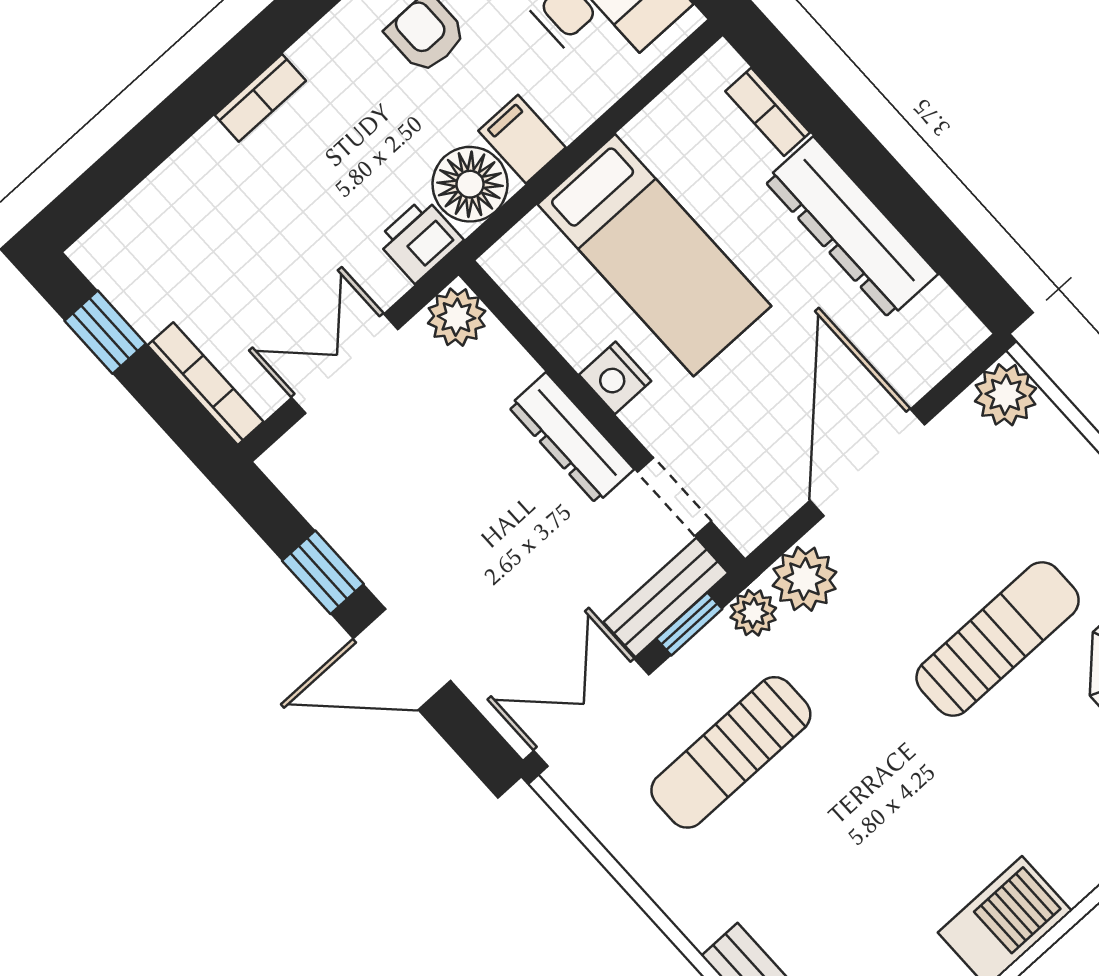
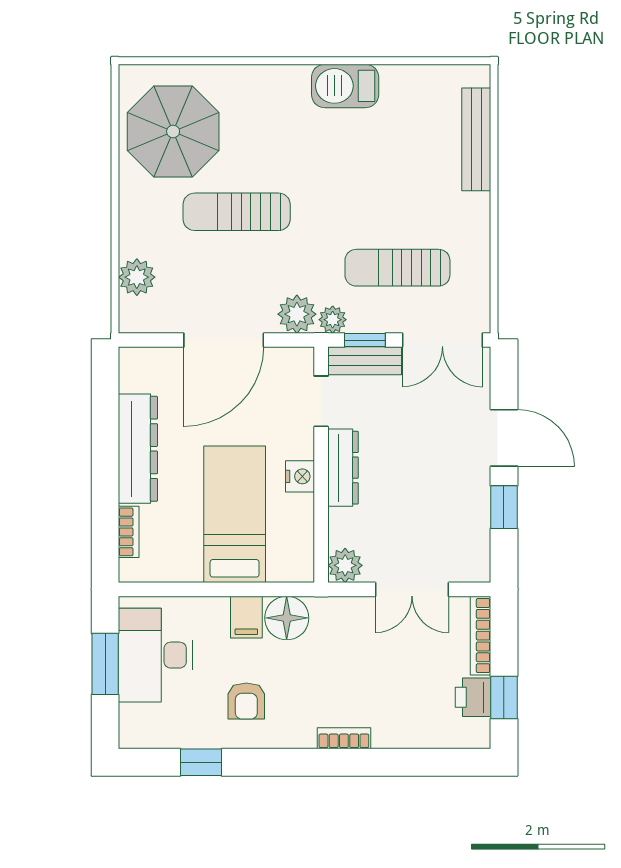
printer: (420, 240) -> (473, 697), moved, turned 90
plant: (1006, 395) -> (137, 277), moved
sun lounger: (731, 752) -> (397, 268), turned 180

